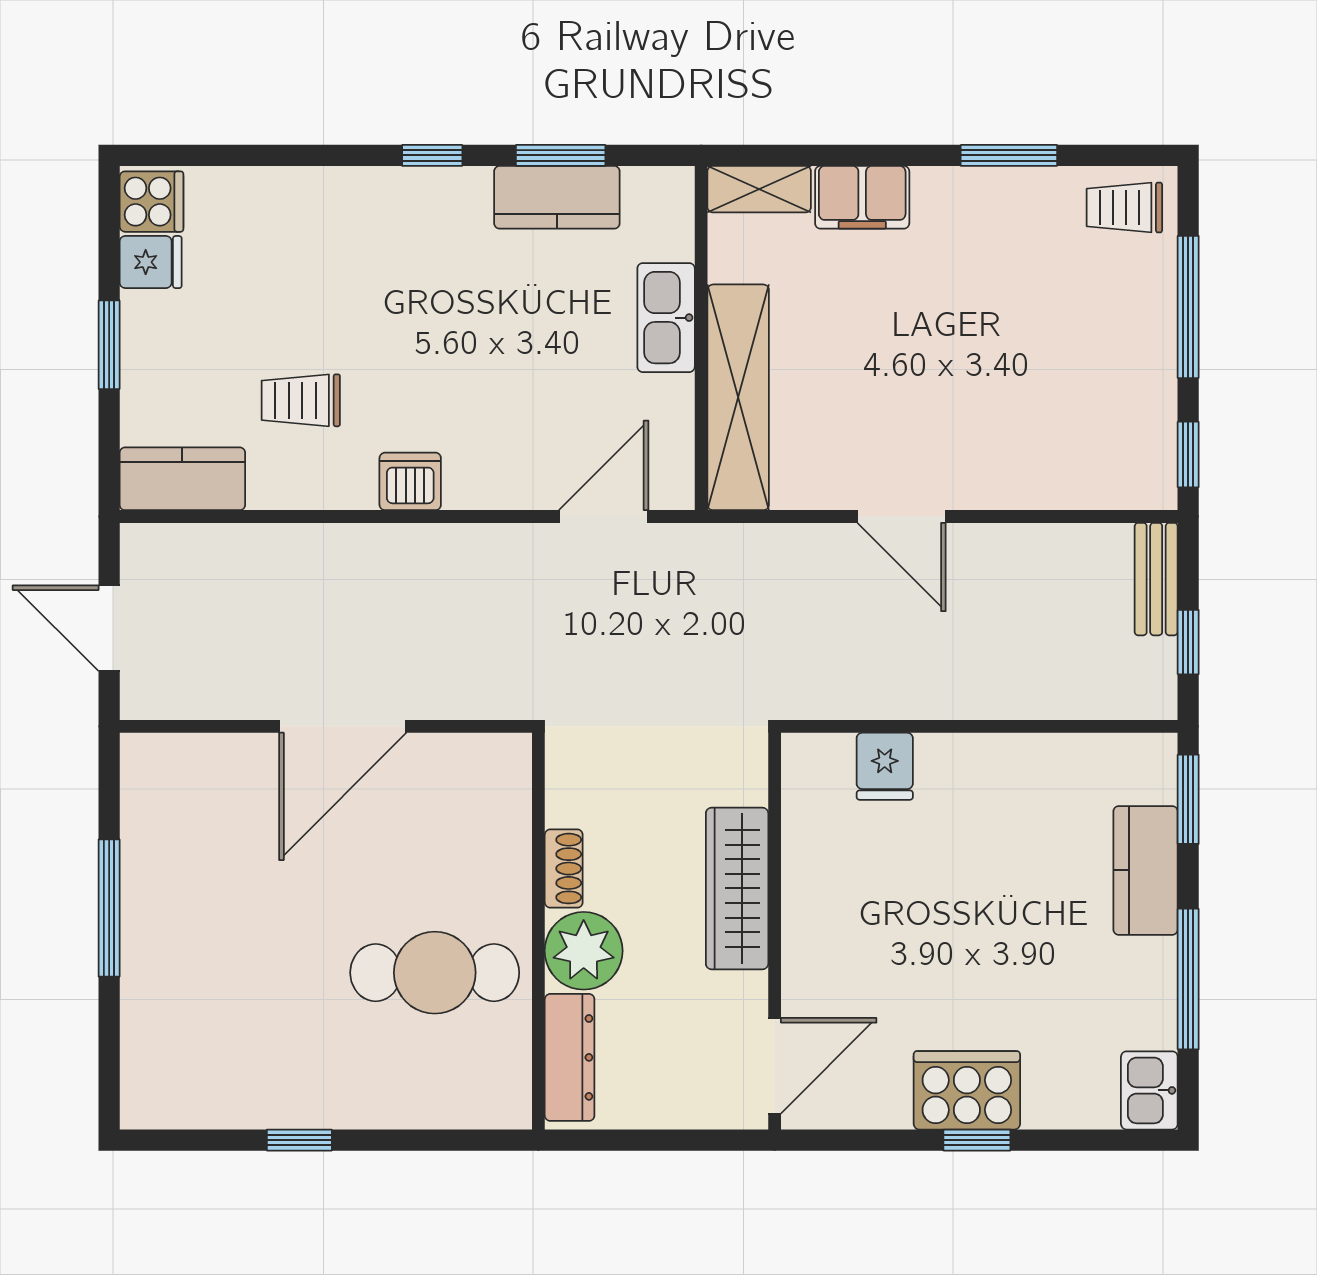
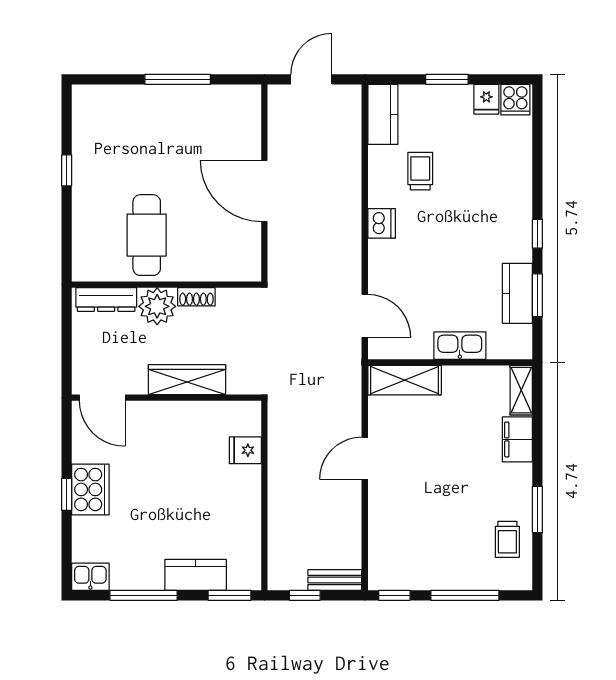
trolley: (1124, 208) -> (507, 539), moved, turned 180
shelving: (738, 397) -> (405, 380), width x0.68

